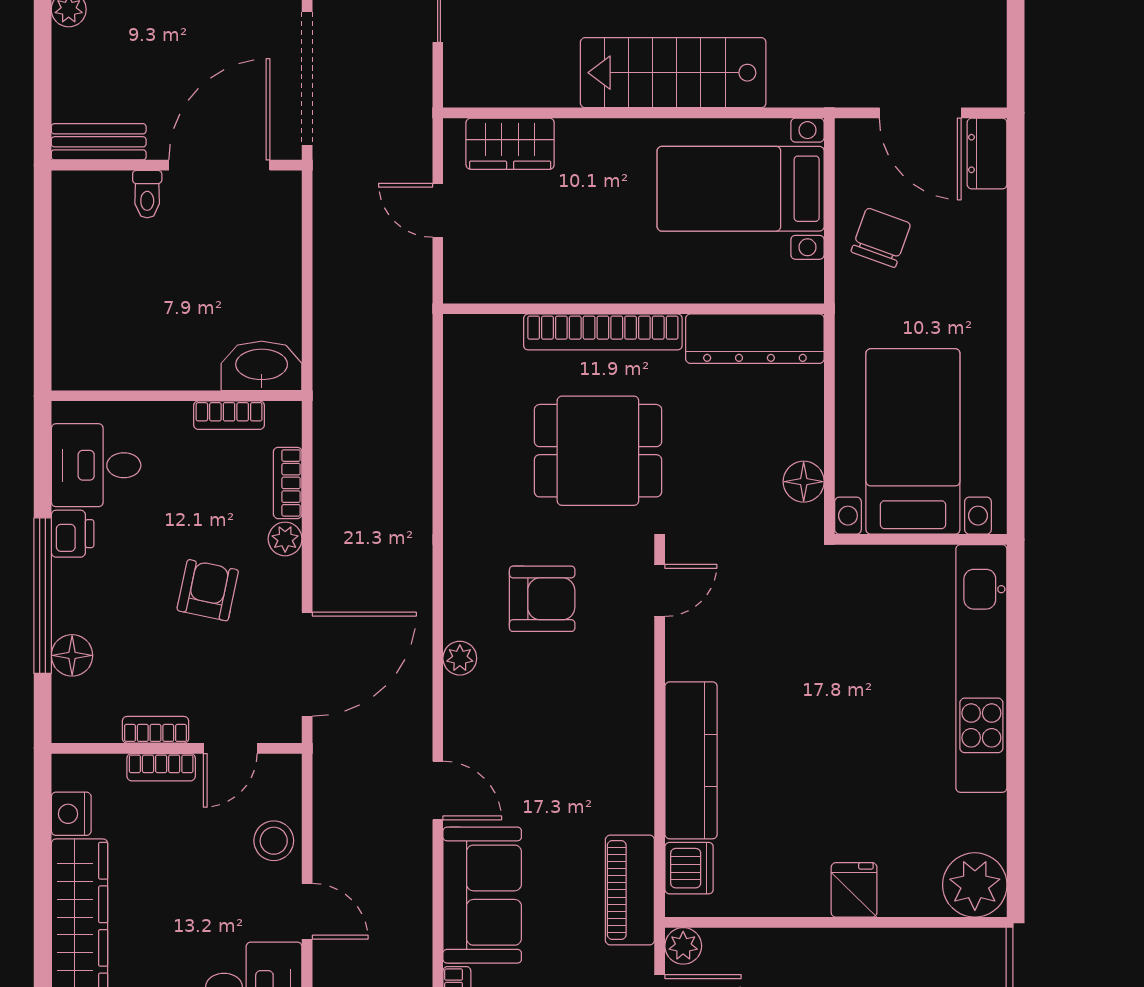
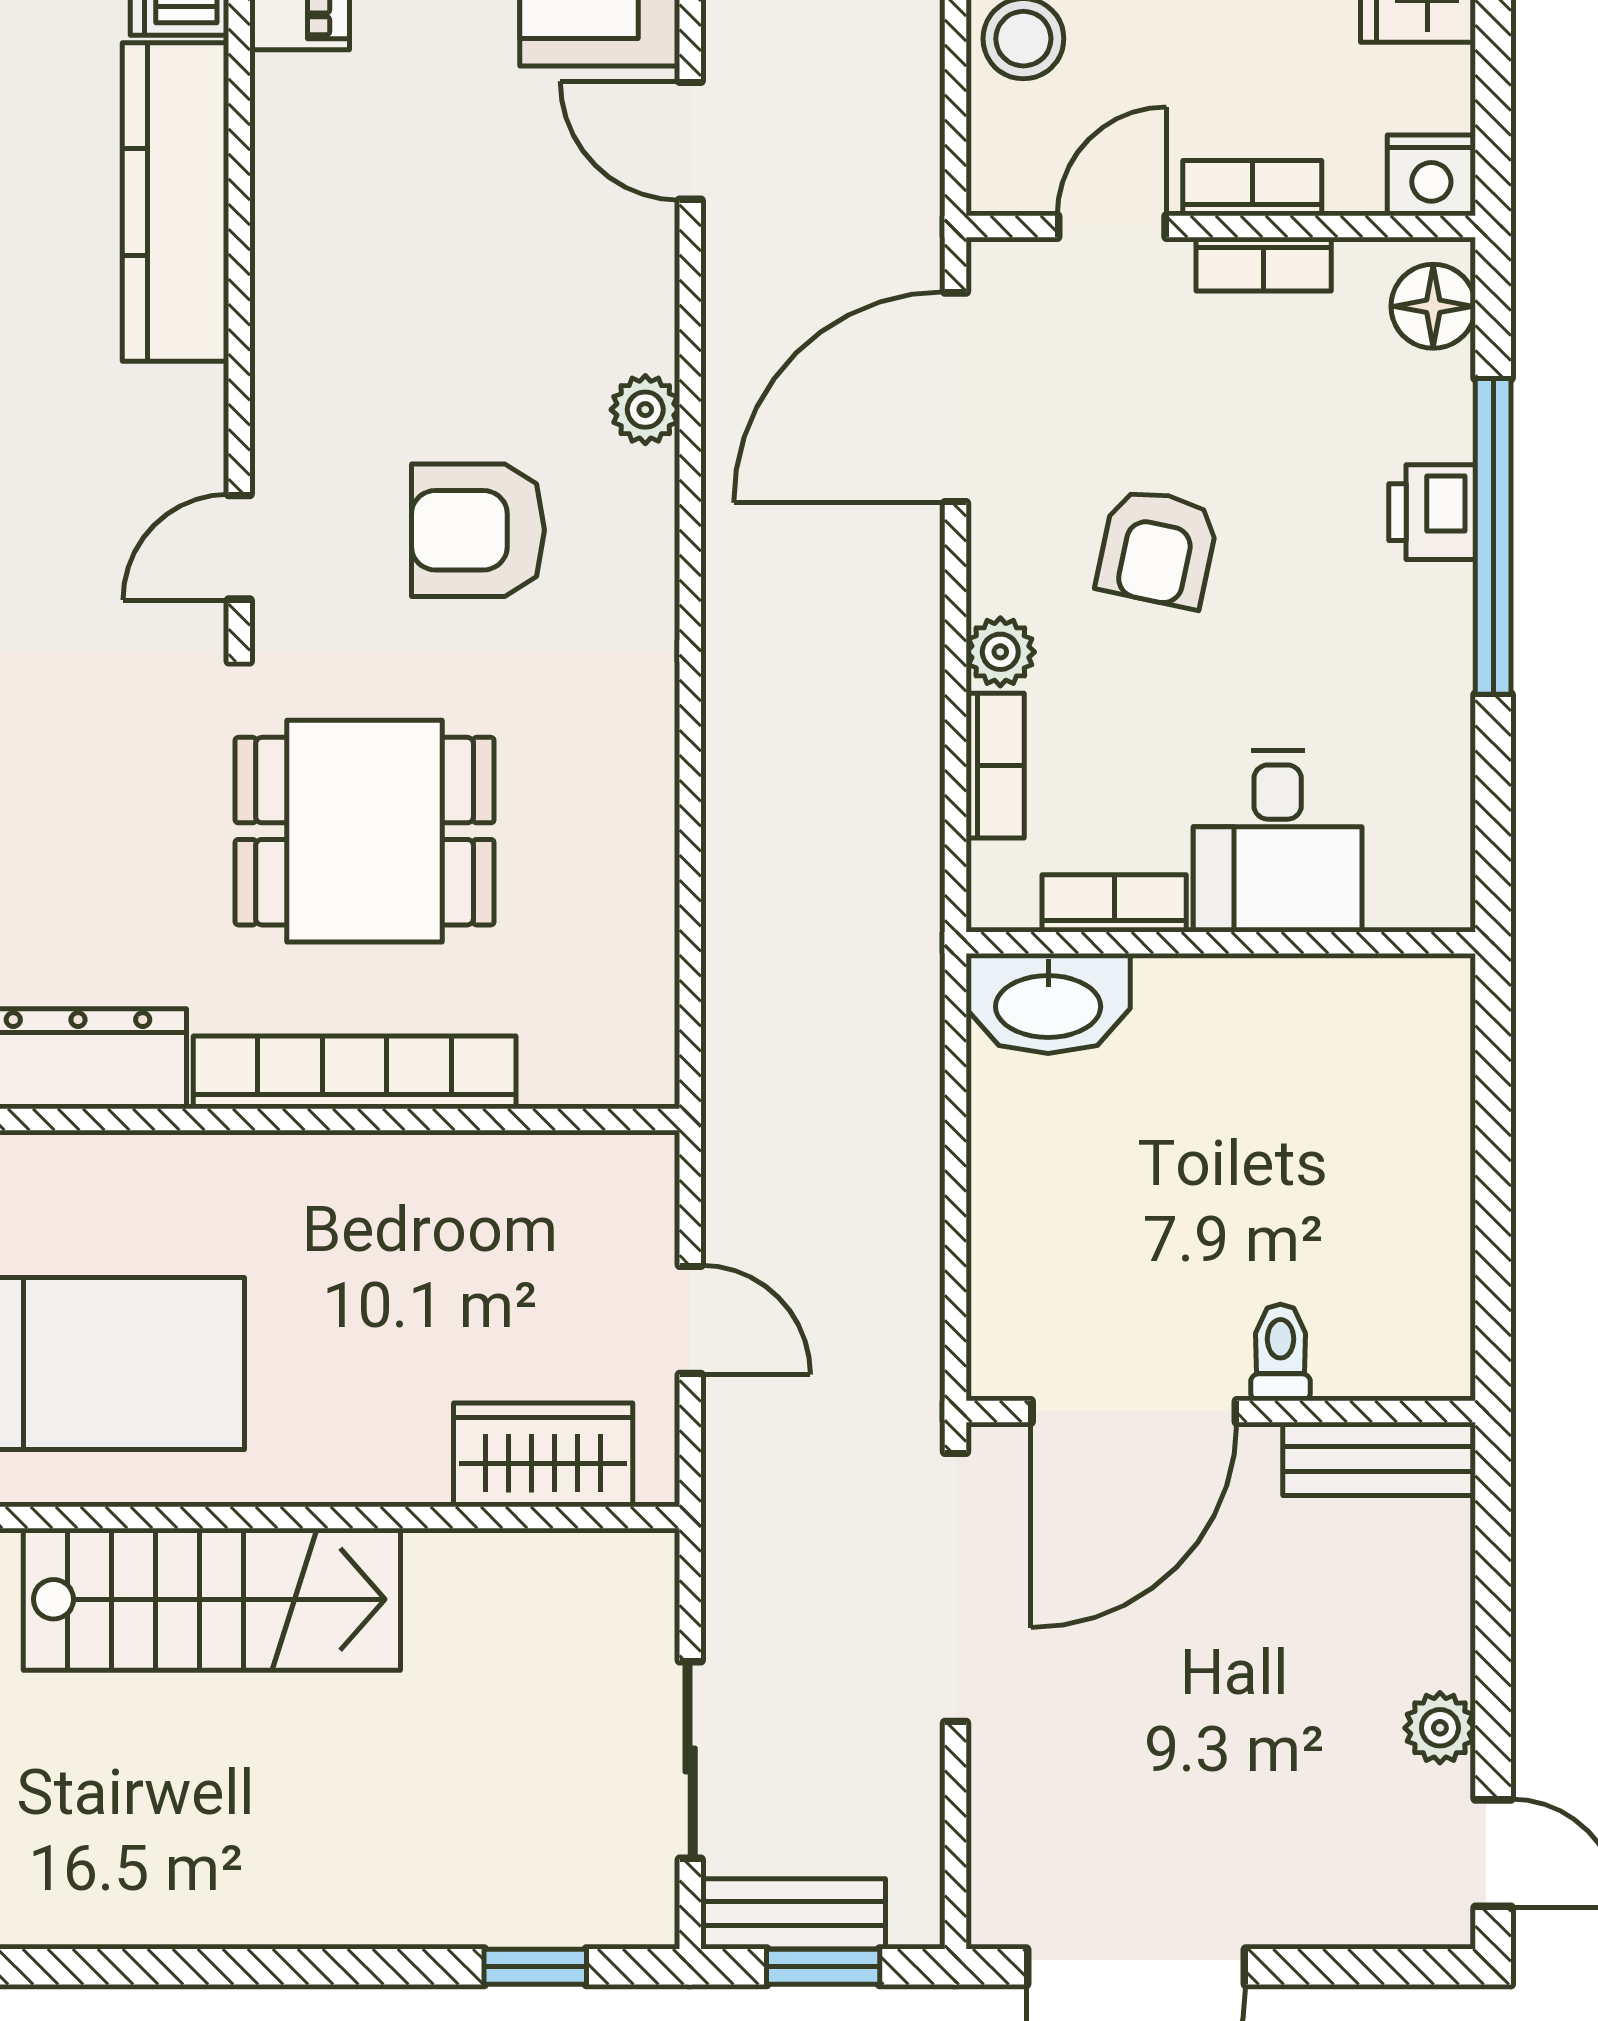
desk: (96, 465) -> (1278, 841), moved, turned 90
printer: (73, 534) -> (1432, 512), moved
floor lamp: (72, 655) -> (1433, 306), moved
nightstand: (71, 814) -> (1431, 175), moved, turned 90

